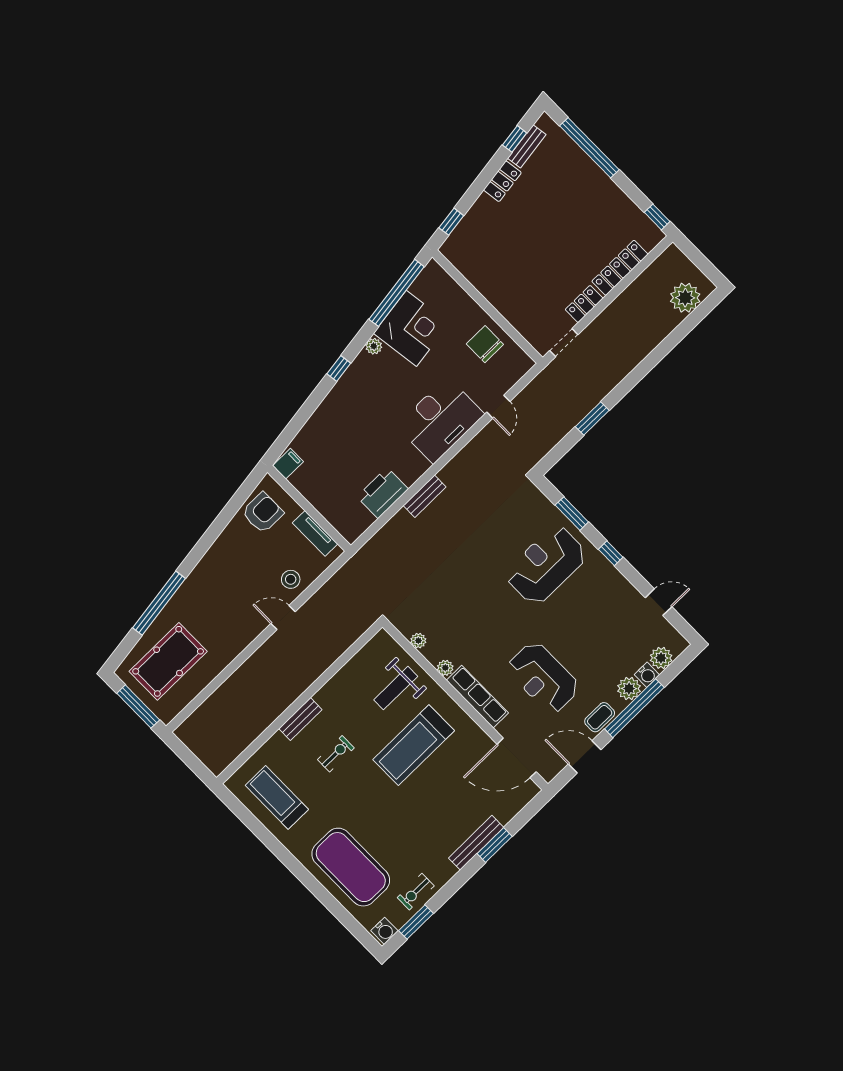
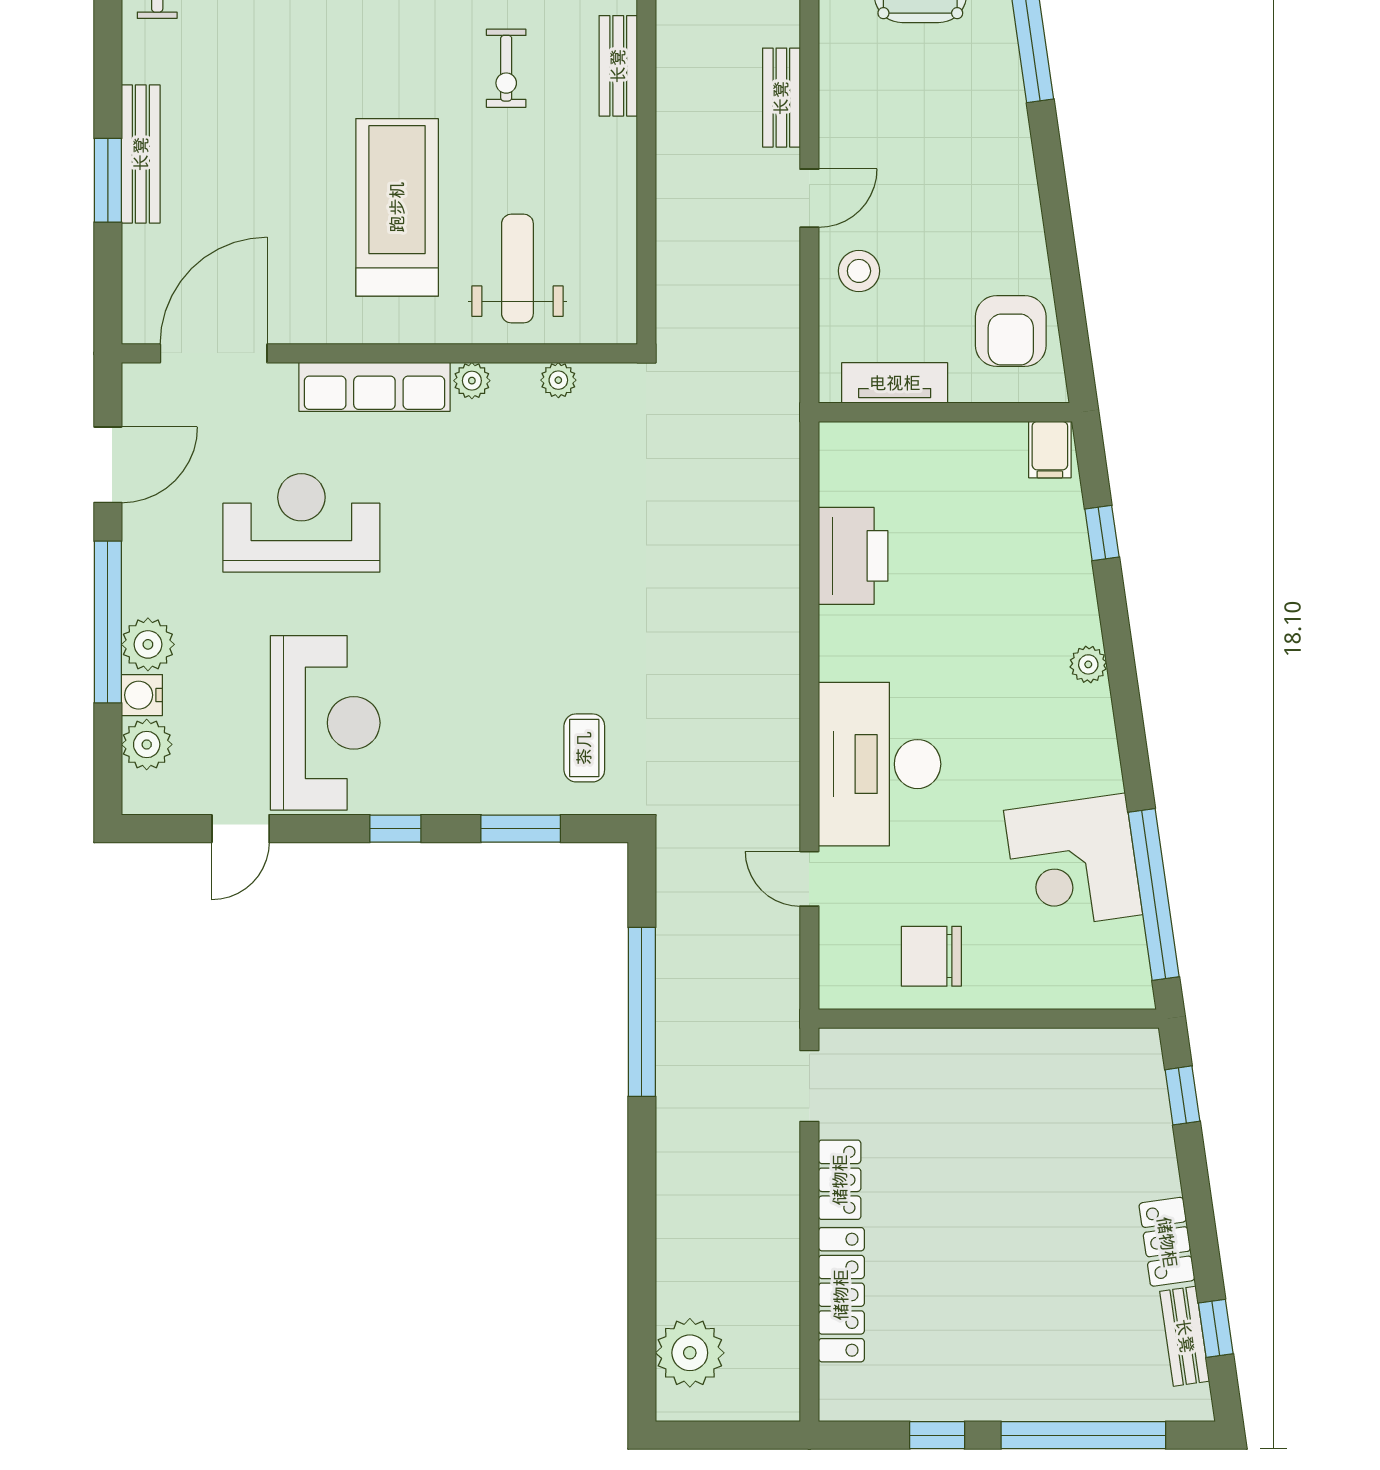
window: (657, 217) -> (937, 1435), moved
chair: (485, 344) -> (931, 956), turned 180
plant: (374, 346) -> (1088, 664), moved
window: (339, 369) -> (1102, 533), moved
window: (592, 418) -> (642, 1012), width x2.11
bench: (425, 496) -> (781, 98), moved
reception desk: (546, 565) -> (325, 723), moved
coffee table: (600, 717) -> (584, 748), moved

